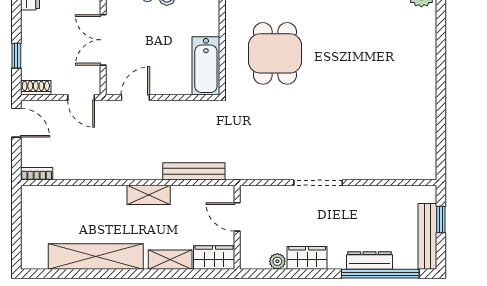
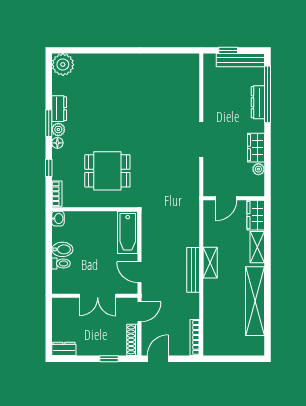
bathtub: (206, 66) -> (128, 232), moved, turned 90
shoe rack: (36, 88) -> (132, 340), width x1.43
bench: (194, 171) -> (193, 270), moved
bookcase: (37, 174) -> (195, 337), width x1.56

